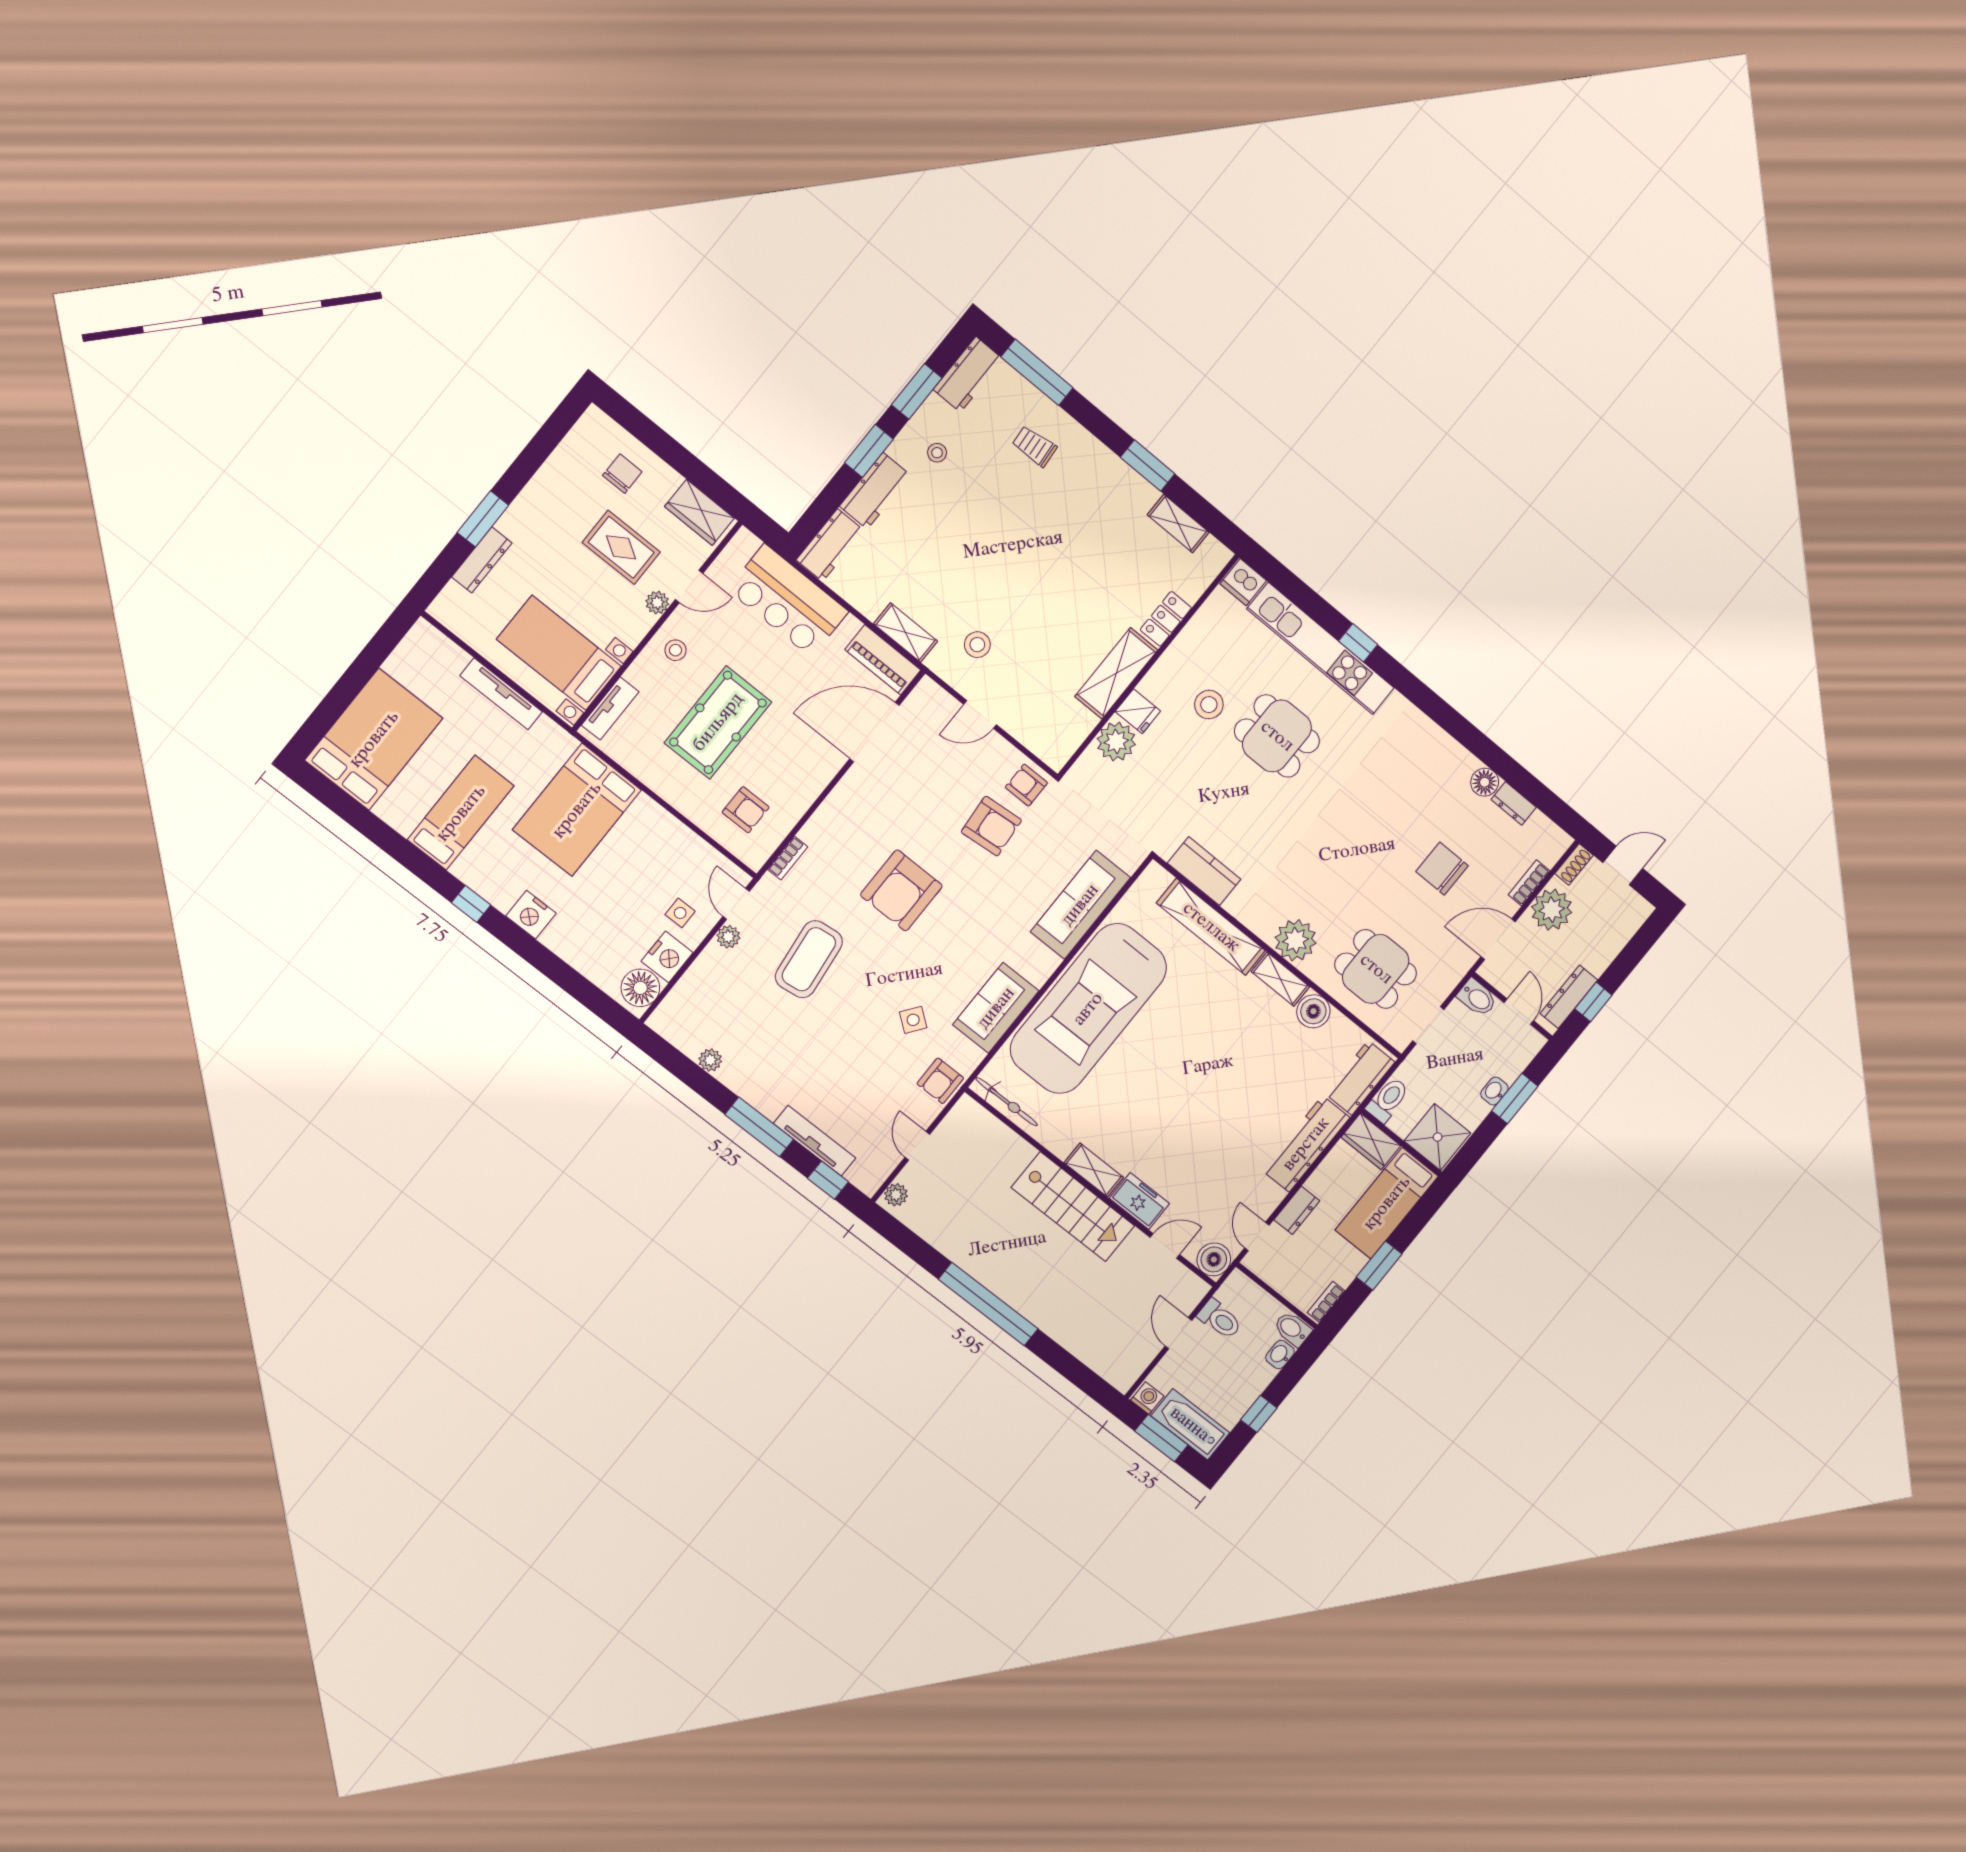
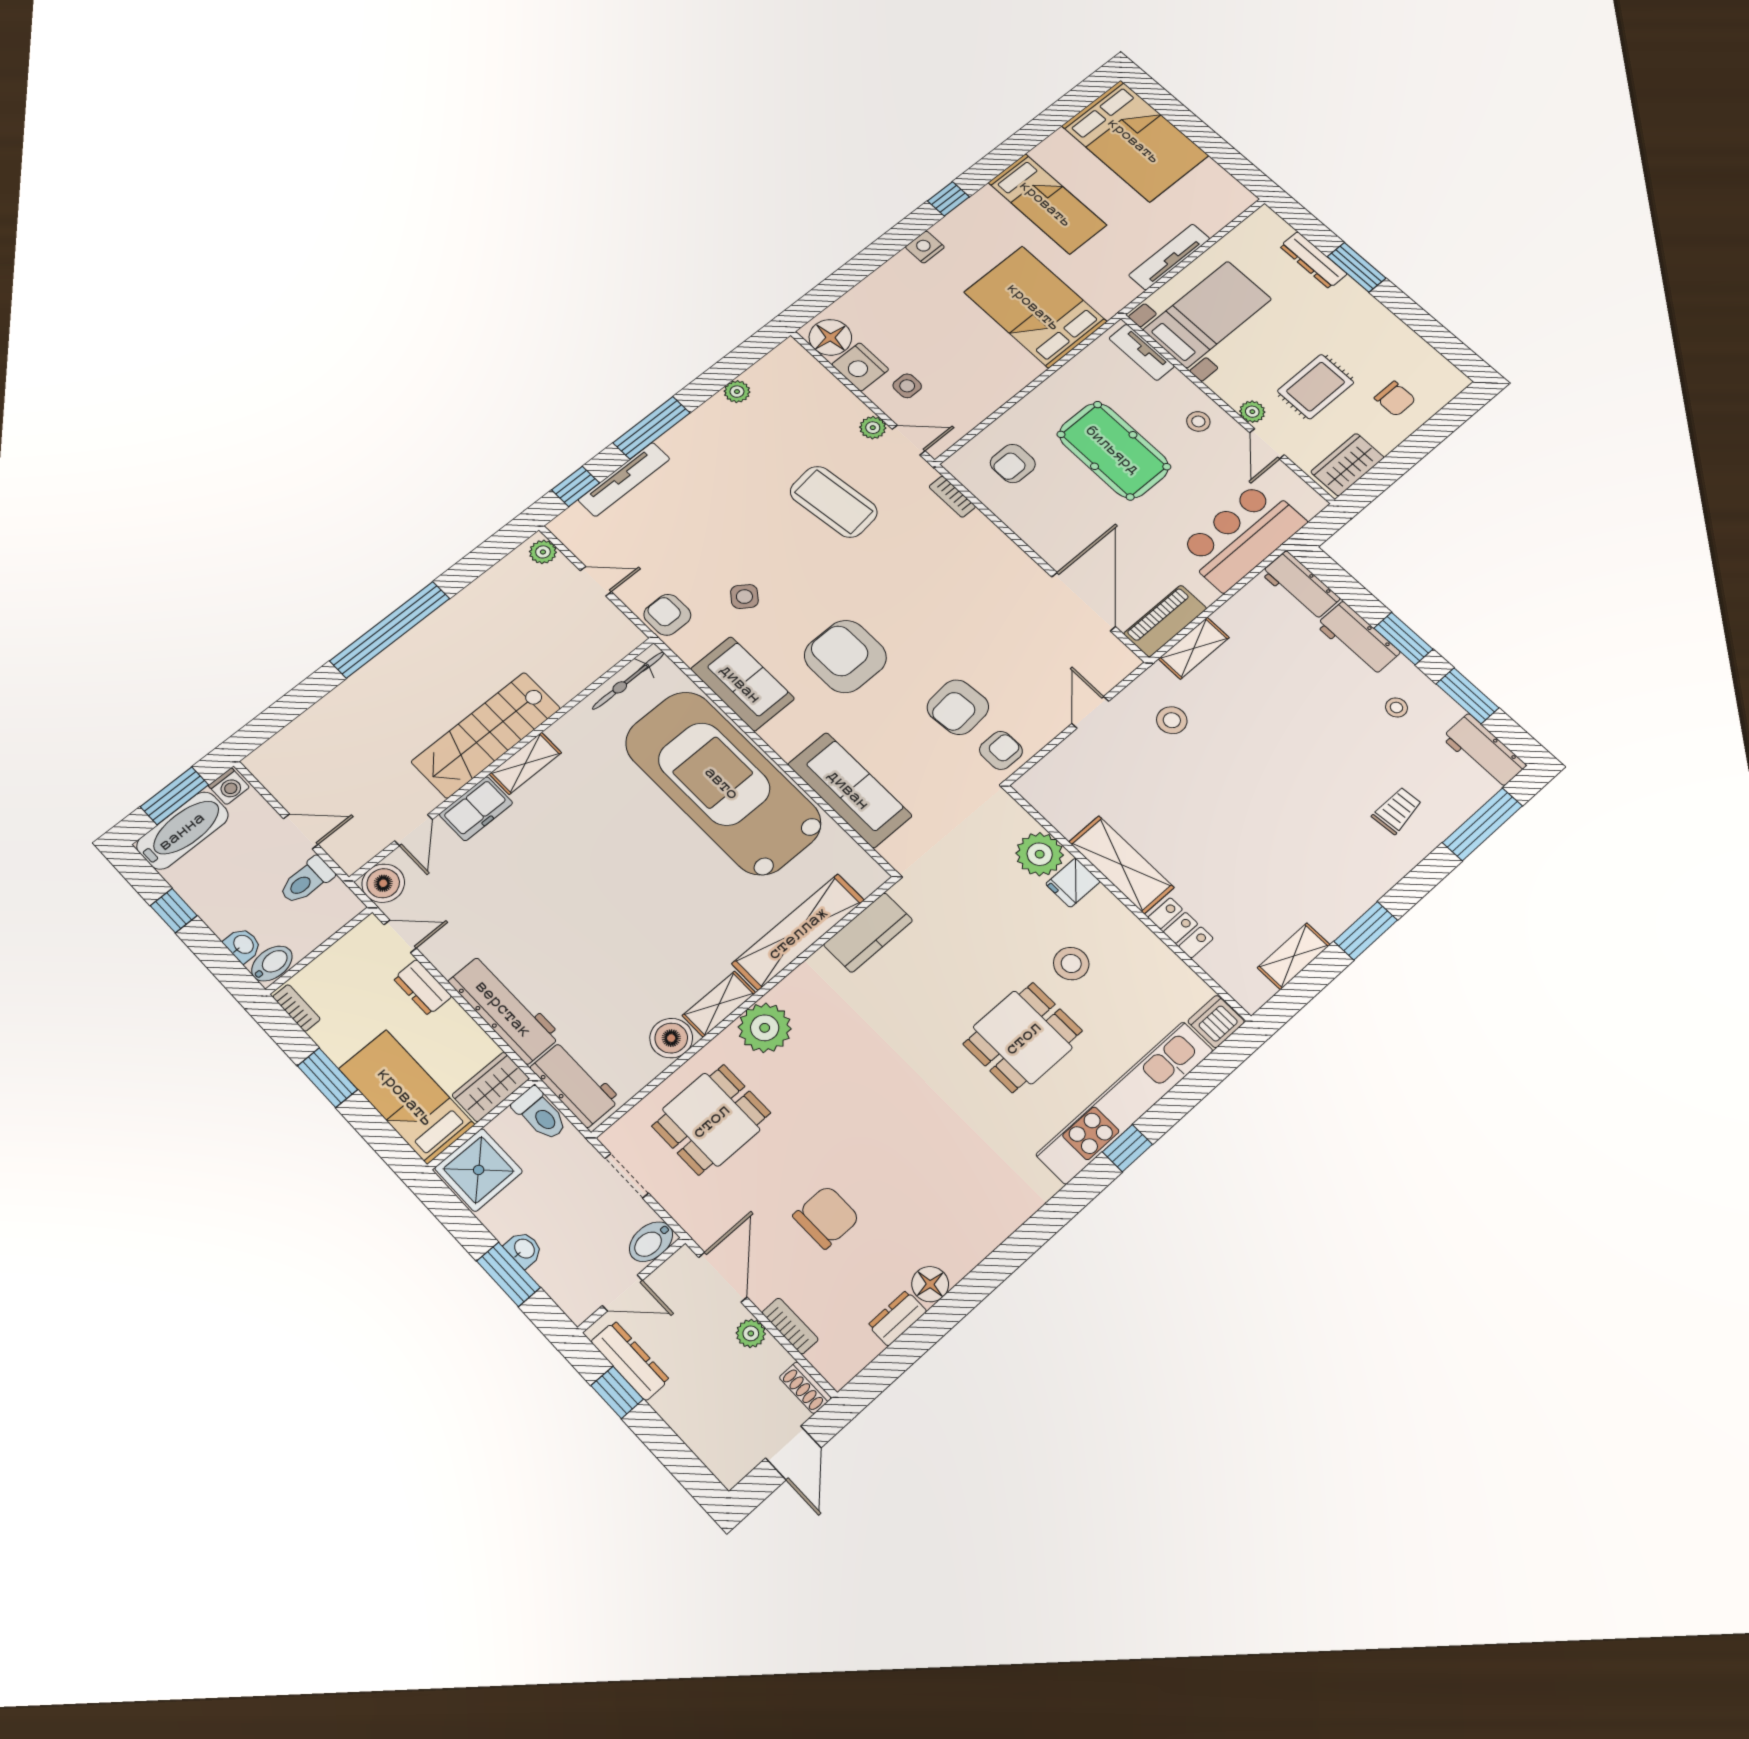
armchair: (901, 890) -> (845, 656), moved
plant: (1552, 910) -> (751, 1333), width x0.53, depth x0.53
nightstand: (531, 915) -> (925, 247), width x0.74, depth x0.75

